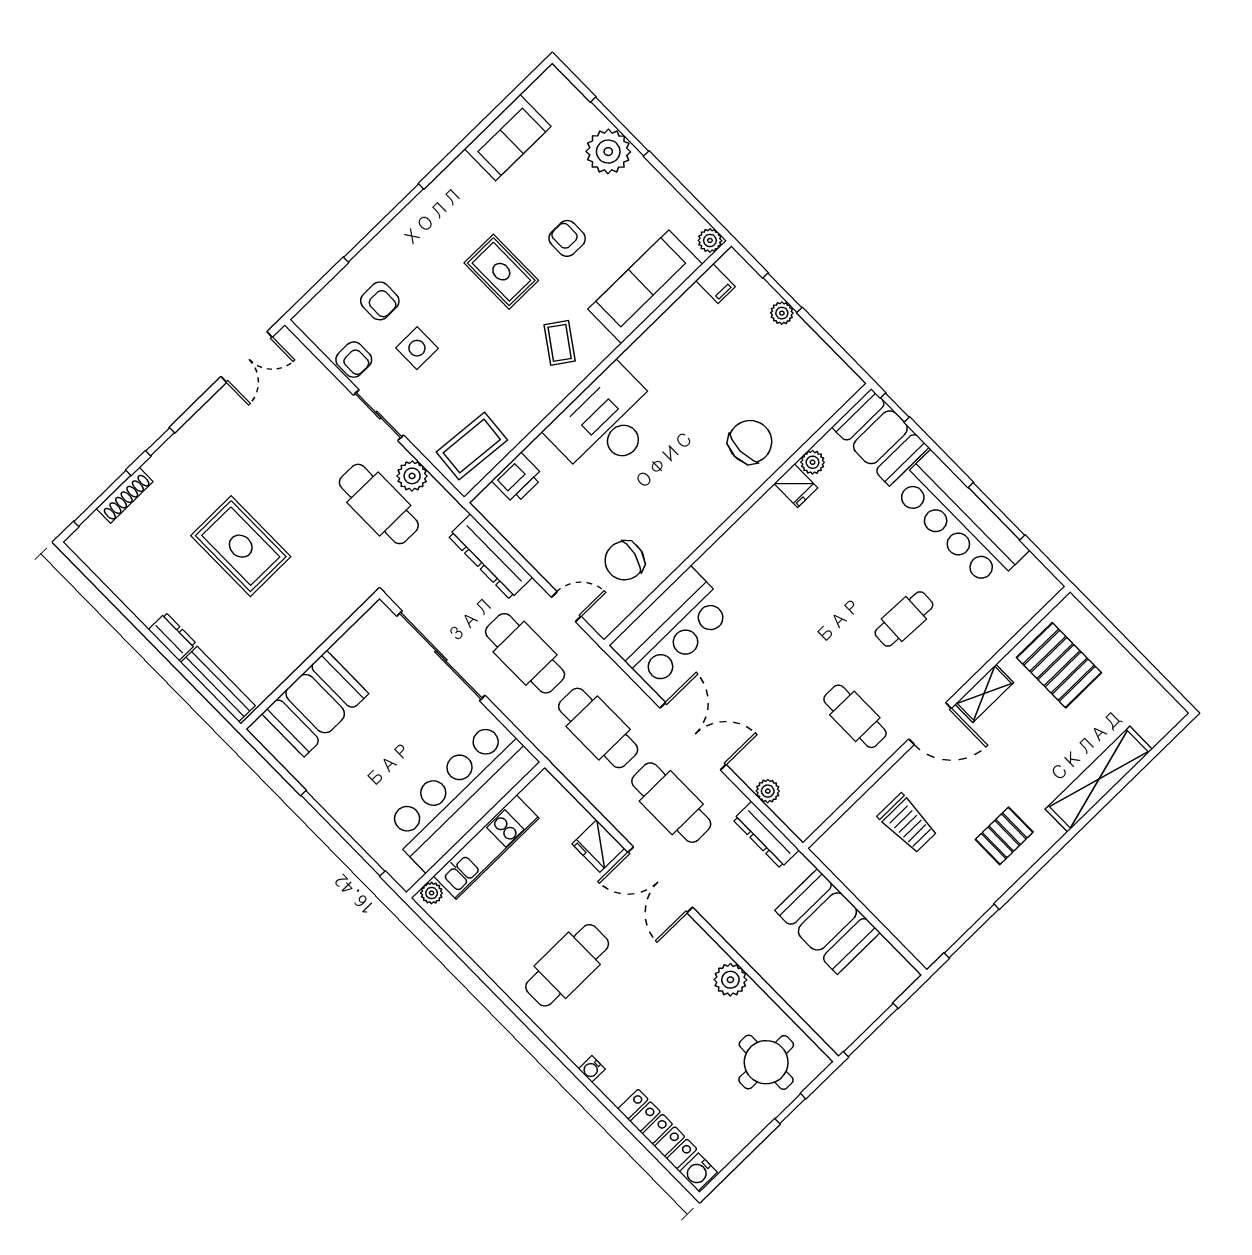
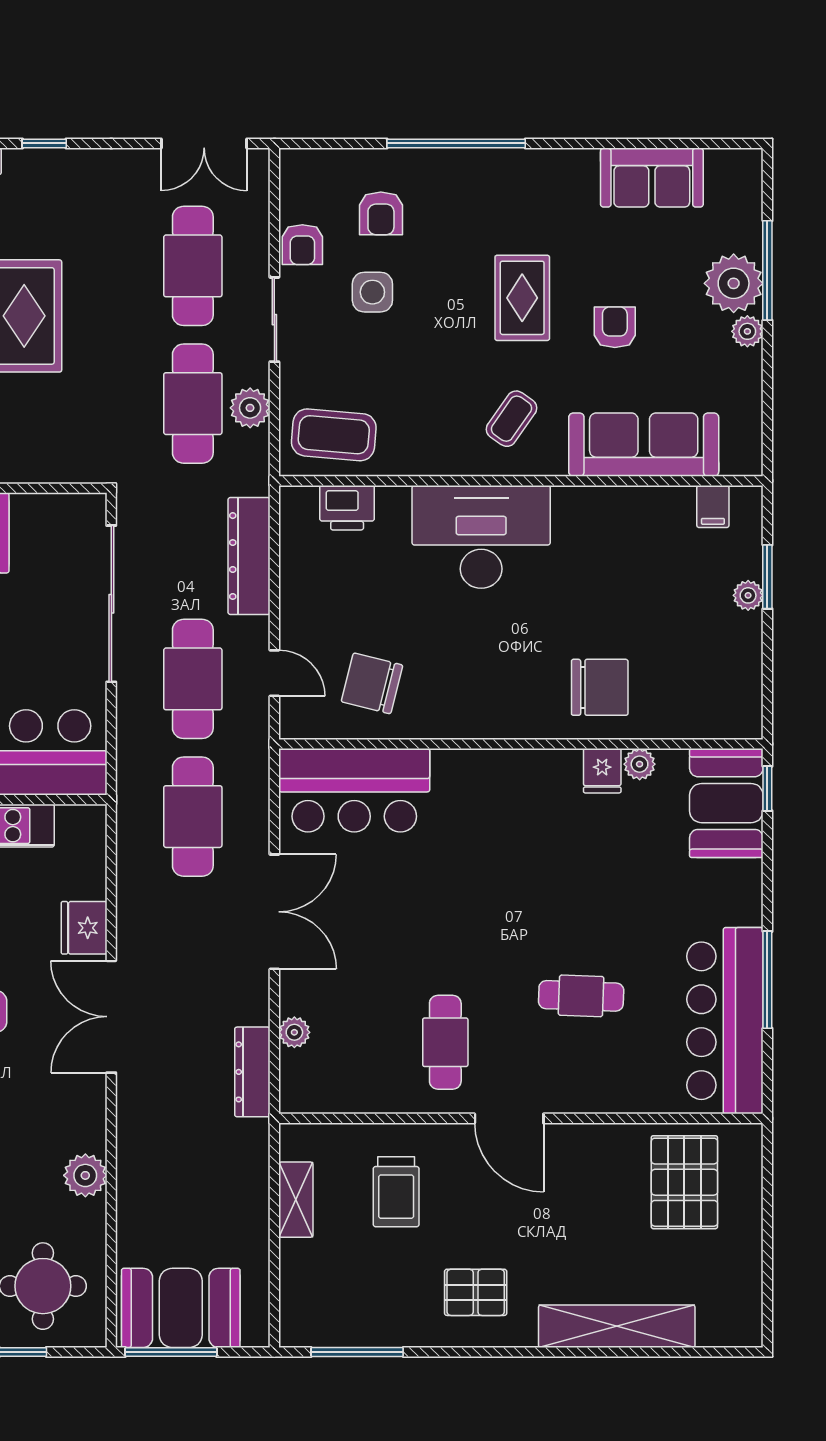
plant: (710, 240) -> (747, 331), moved
bar counter: (960, 520) -> (725, 1021), moved
shelving: (984, 693) -> (296, 1200), moved, turned 90
cafe table: (671, 803) -> (193, 266), moved
booth: (827, 921) -> (181, 1308), moved, turned 90

